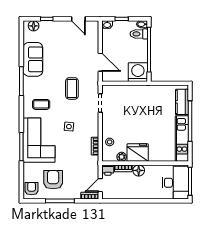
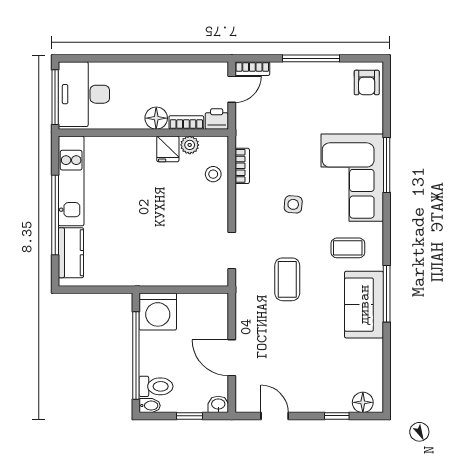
sofa: (33, 59) -> (364, 305), moved
door: (100, 62) -> (232, 358), moved
fridge: (138, 153) -> (168, 149), width x0.53, depth x0.75
armchair: (53, 180) -> (324, 100), removed

